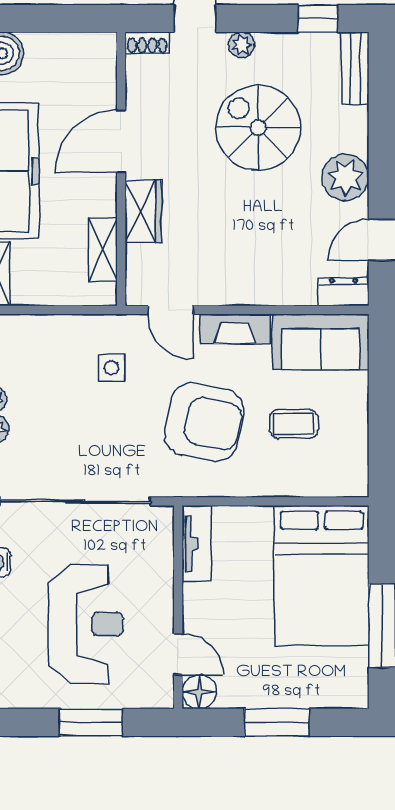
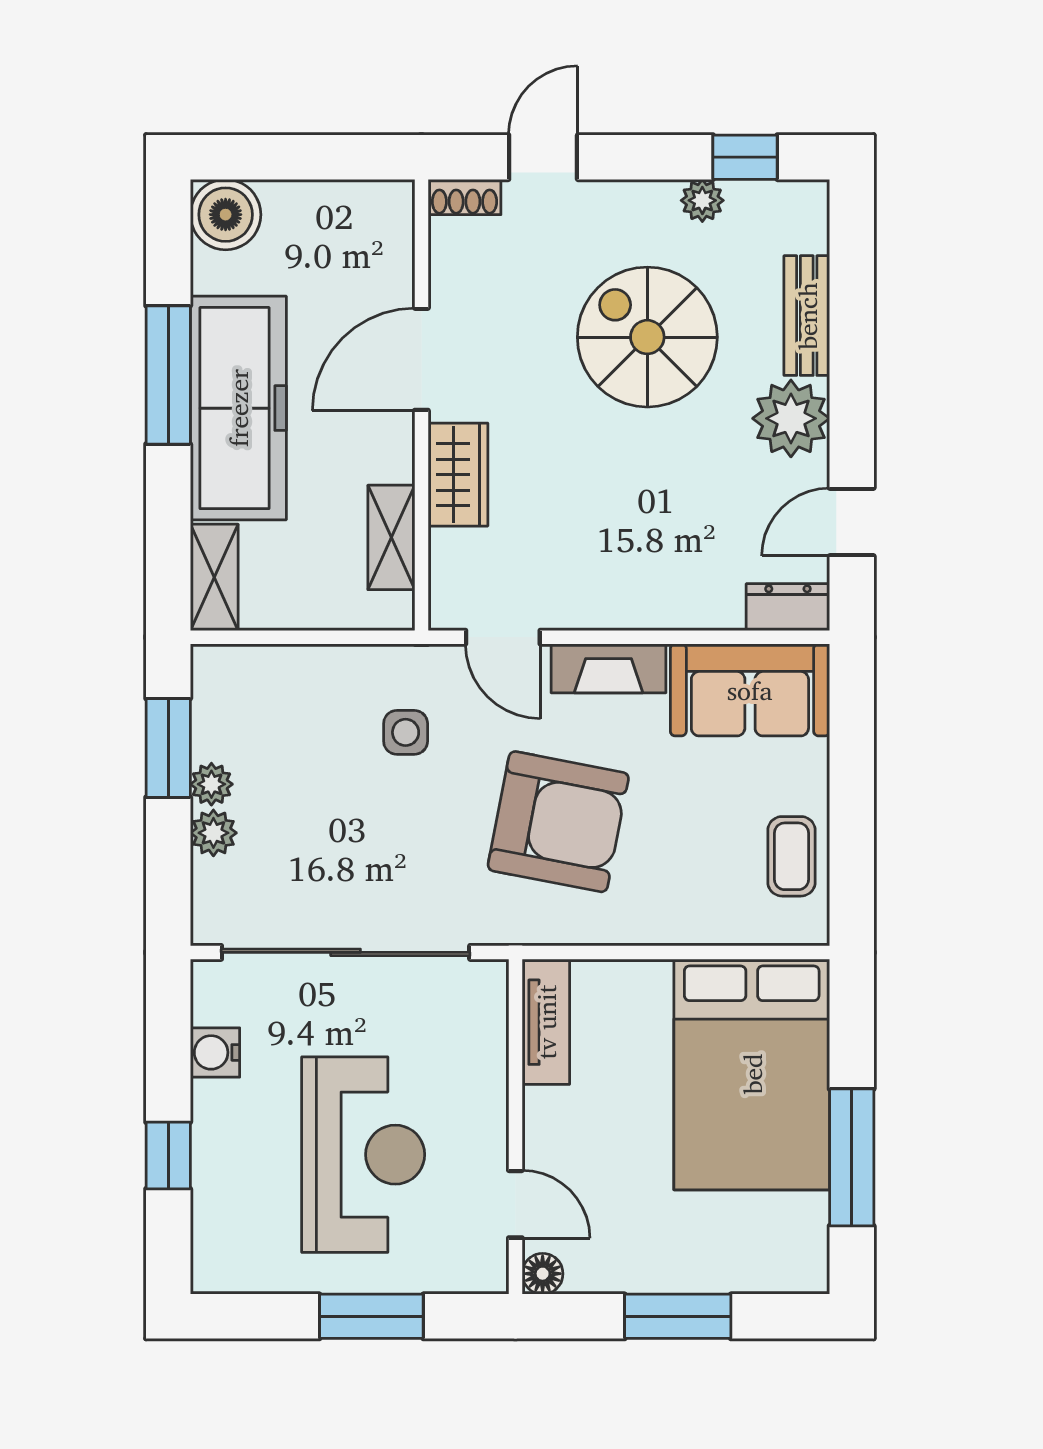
plant: (241, 45) -> (702, 200), moved
bench: (355, 68) -> (807, 316), moved
coffee table: (294, 424) -> (792, 856), moved, turned 90
floor lamp: (199, 692) -> (543, 1274), width x0.73, depth x0.73

